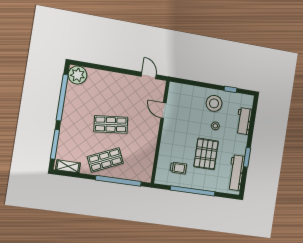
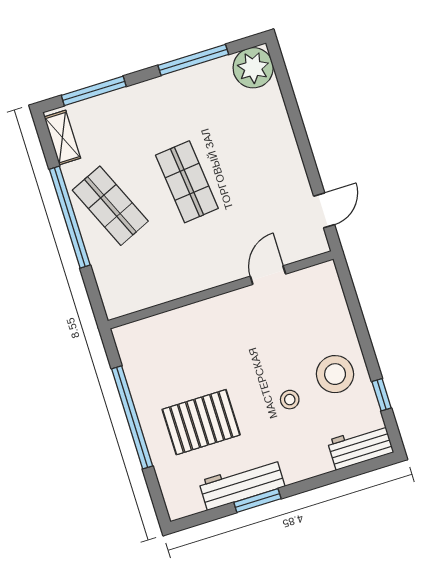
window: (62, 98) -> (193, 60), width x0.68
workbench: (244, 121) -> (360, 446), moved
pallet: (206, 154) -> (201, 422), moved
trolley: (178, 168) -> (165, 364), removed
workbench: (236, 173) -> (242, 484), moved
window: (118, 181) -> (70, 217), moved

